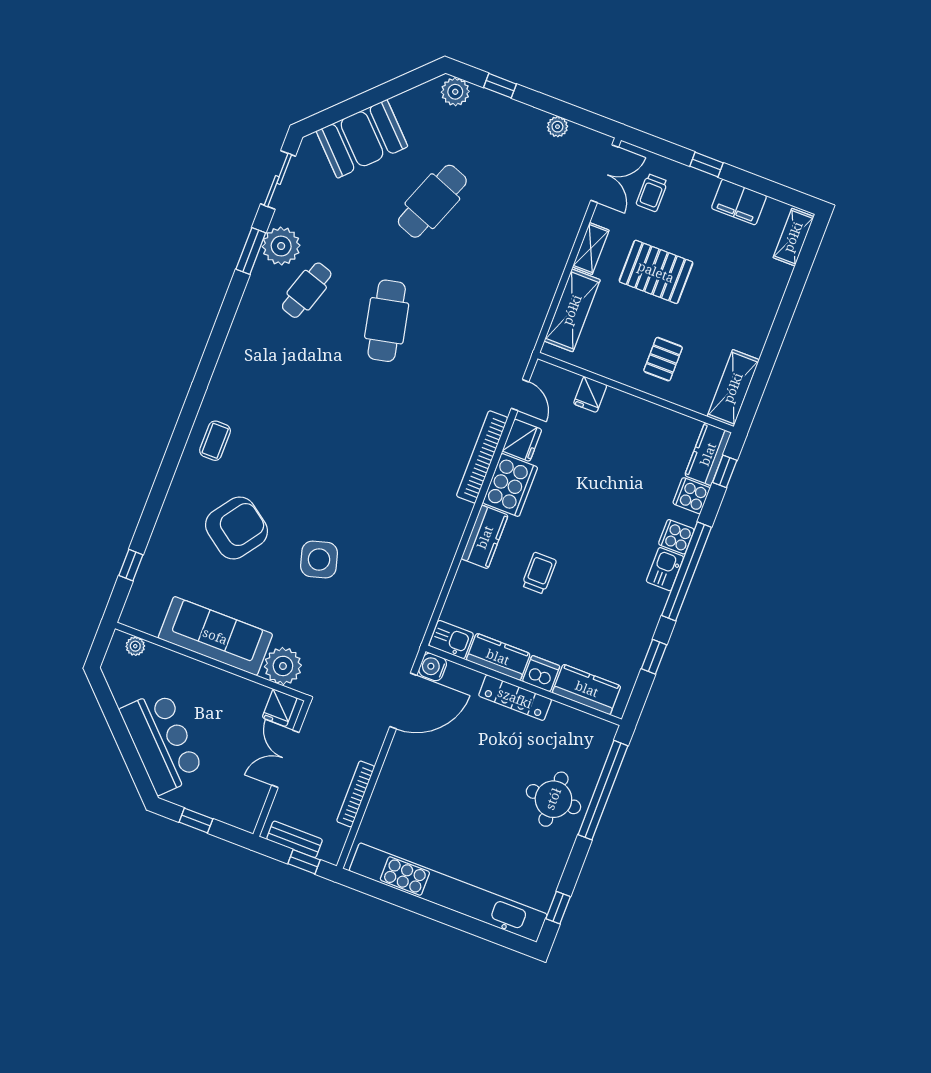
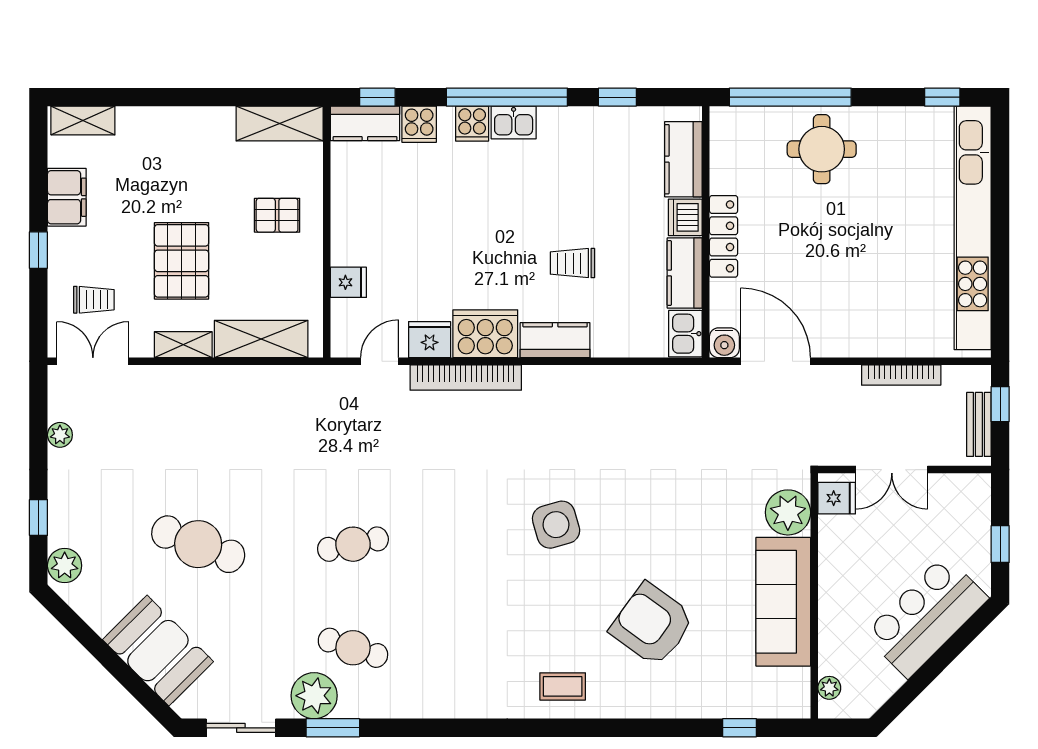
cafe table: (387, 321) -> (353, 544), width x0.73, depth x0.74
side table: (319, 559) -> (556, 525), moved

